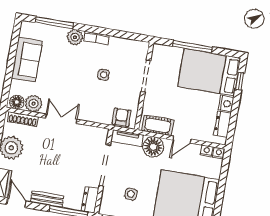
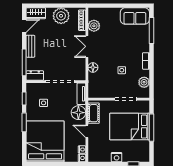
plant: (75, 37) -> (144, 82), moved
sofa: (27, 60) -> (135, 16), moved
bed: (209, 72) -> (130, 127), moved, turned -90
floor lamp: (17, 102) -> (93, 67), moved
armchair: (122, 117) -> (95, 87), removed
double door: (61, 119) -> (87, 46), swing flipped
dresser: (222, 124) -> (102, 157), removed

